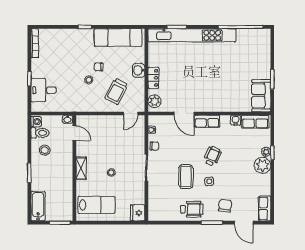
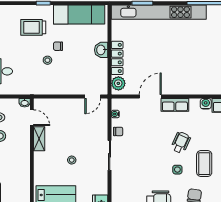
locker: (153, 78) -> (117, 58), width x1.53
trolley: (116, 91) -> (33, 27), moved, turned 63
door: (184, 114) -> (150, 97), swing flipped
shelving: (81, 168) -> (39, 139), moved
coffee table: (186, 177) -> (204, 164), moved

